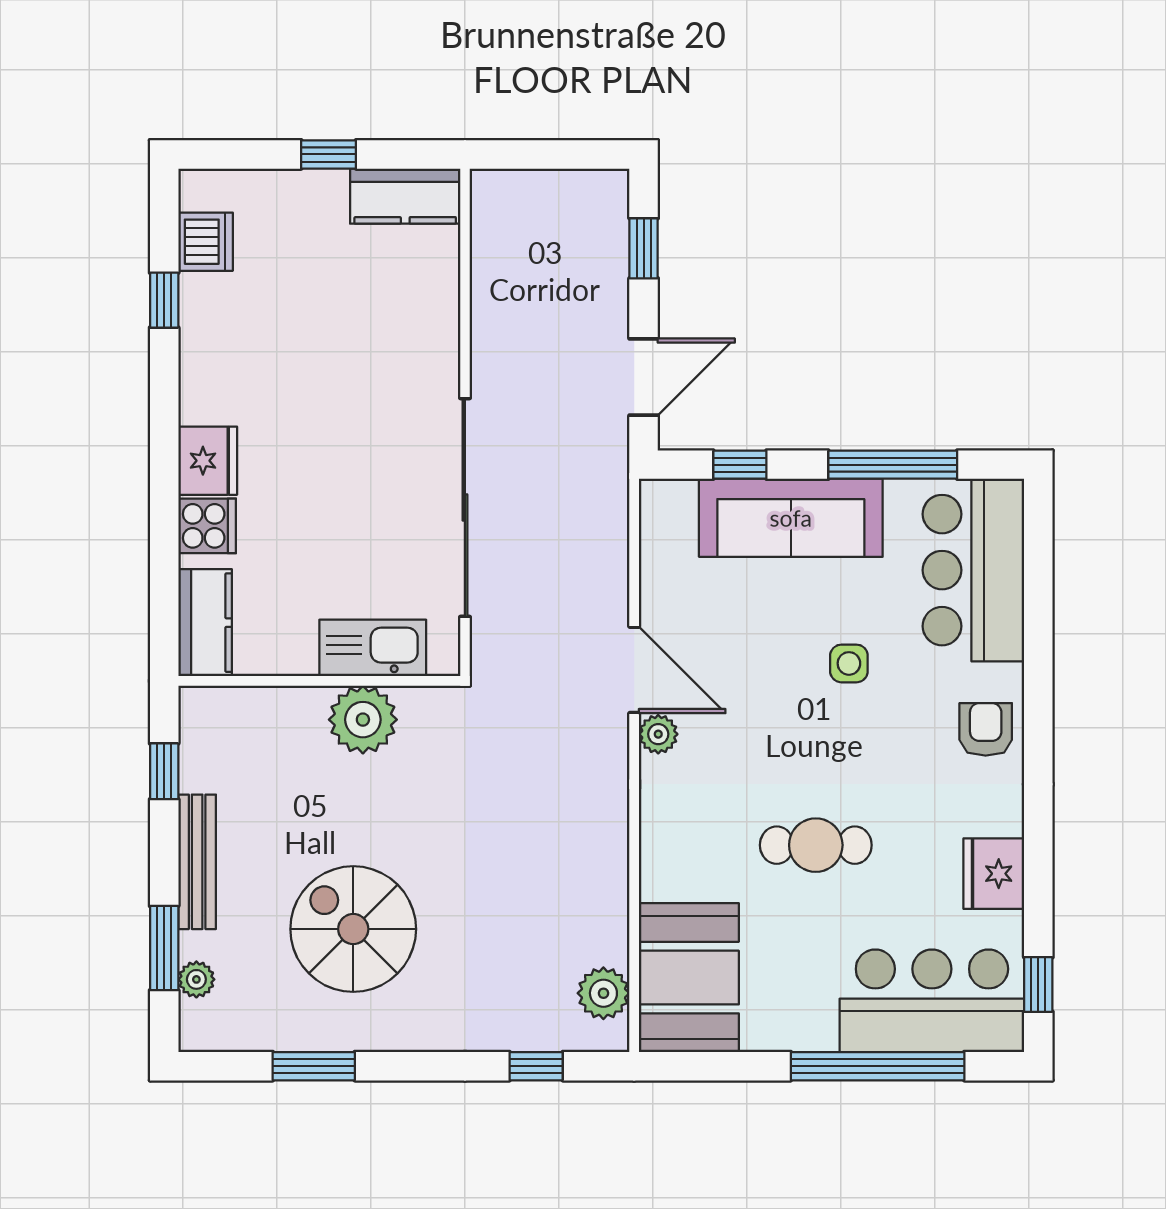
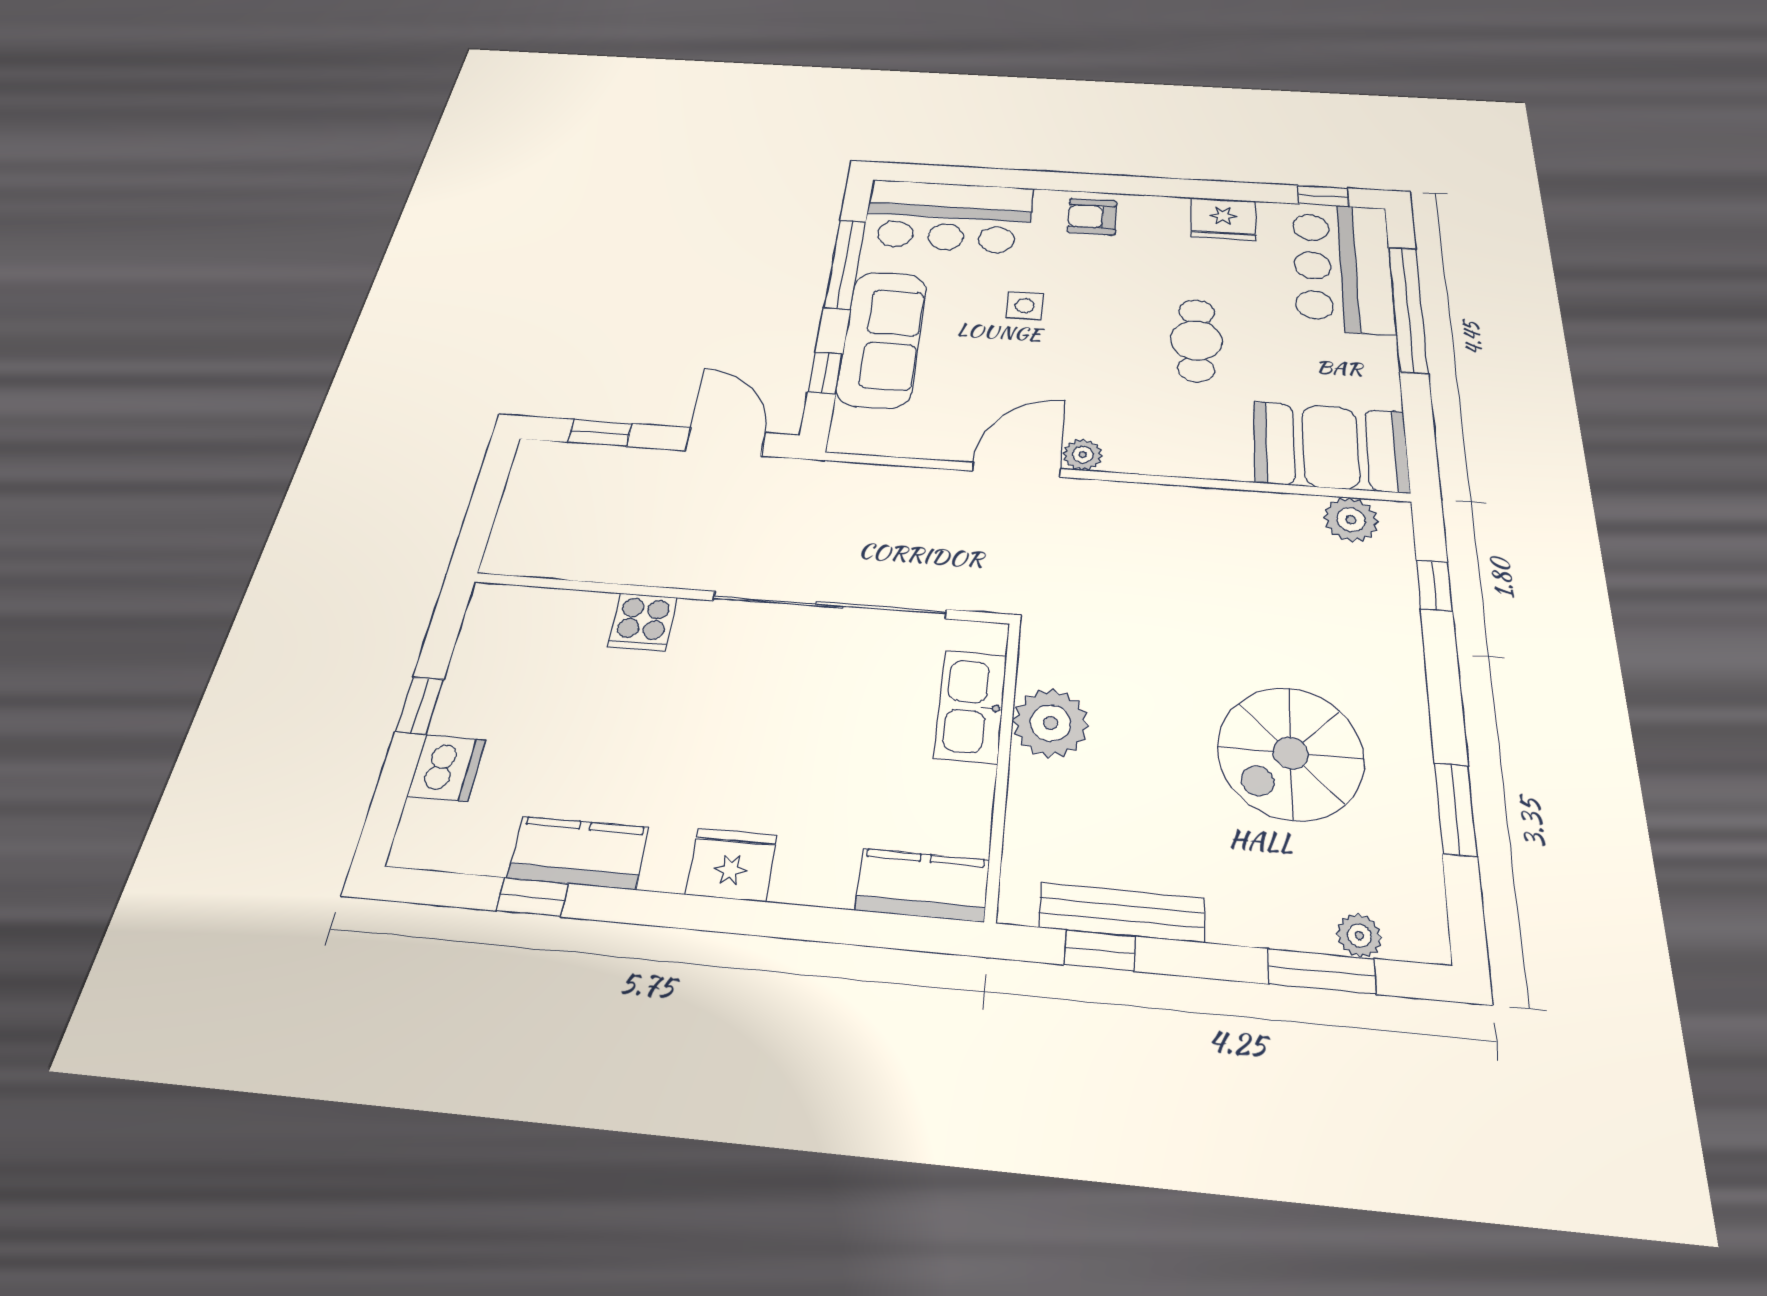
kitchen counter: (405, 196) -> (579, 853), moved, turned -90
dishwasher: (206, 242) -> (446, 768), moved, turned 90
cooker: (207, 526) -> (643, 622), moved, turned 180
bench: (197, 862) -> (1122, 913), moved

